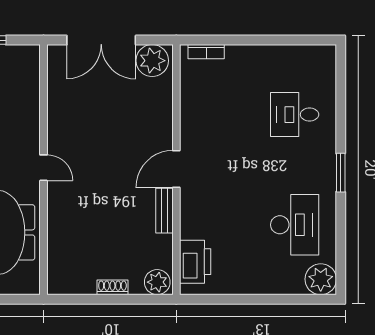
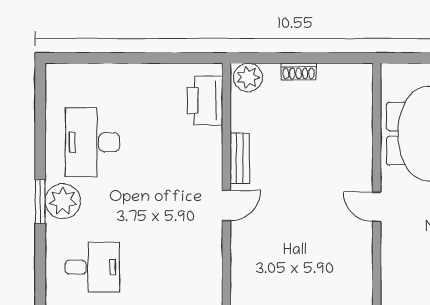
door: (176, 169) -> (226, 205), width x0.73
plant: (321, 279) -> (63, 201), moved

